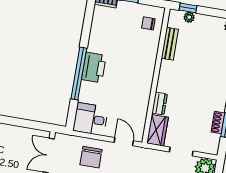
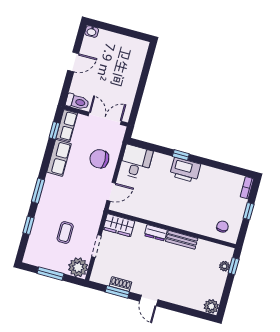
bench: (170, 44) -> (182, 240), moved
window: (79, 73) -> (181, 155), width x0.32
dresser: (160, 104) -> (156, 233), moved

